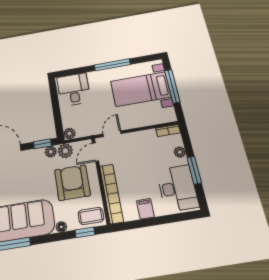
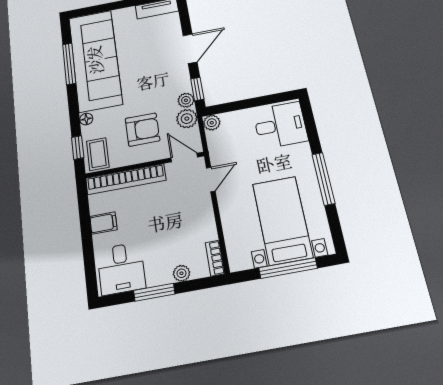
door: (112, 134) -> (211, 179), hinge flipped
armchair: (72, 183) -> (142, 130), width x0.73, depth x0.73
desk: (177, 188) -> (121, 268), width x0.73

